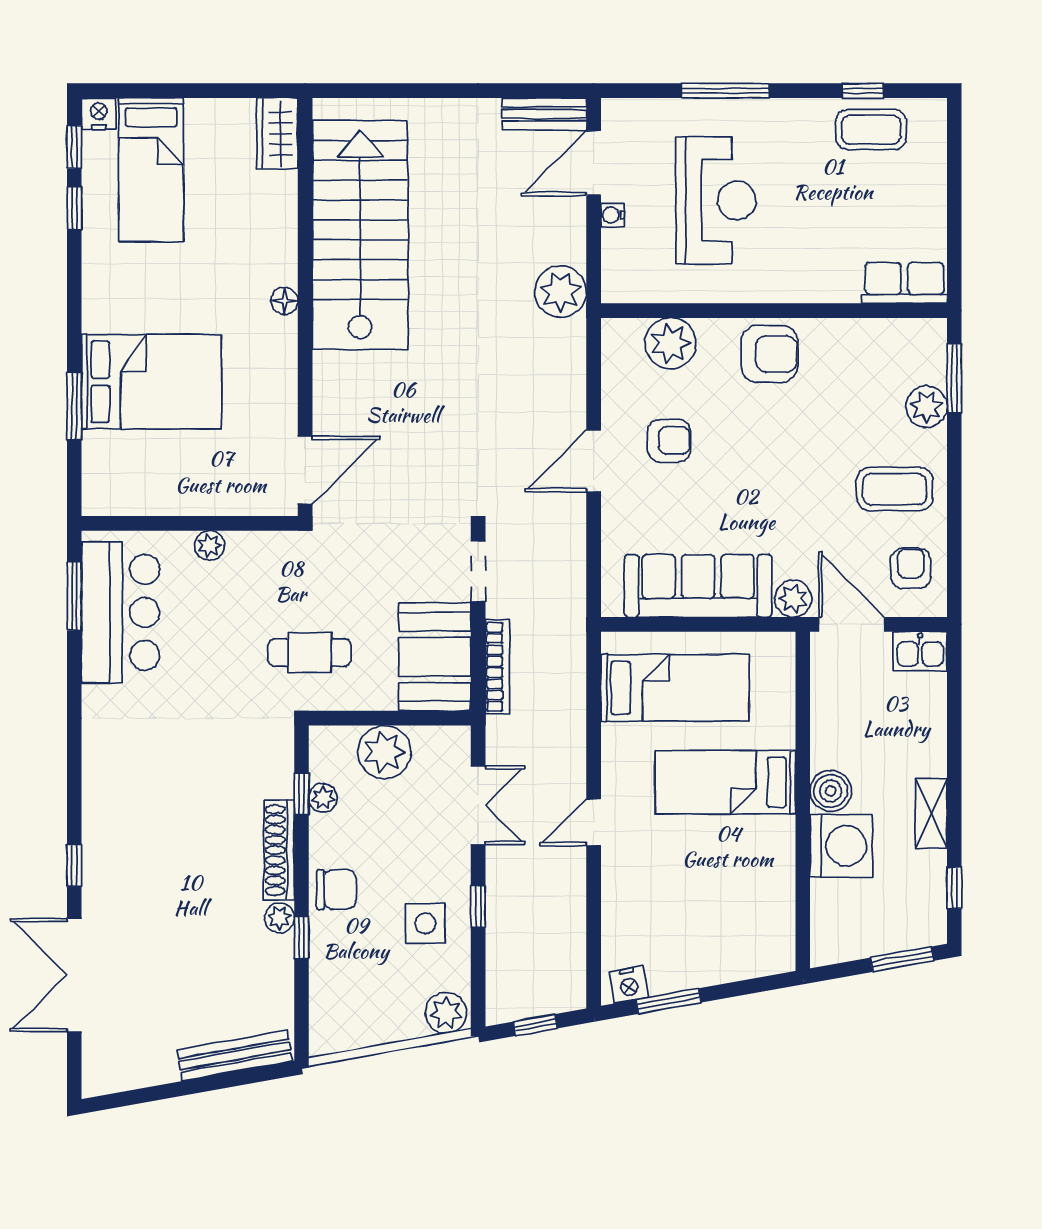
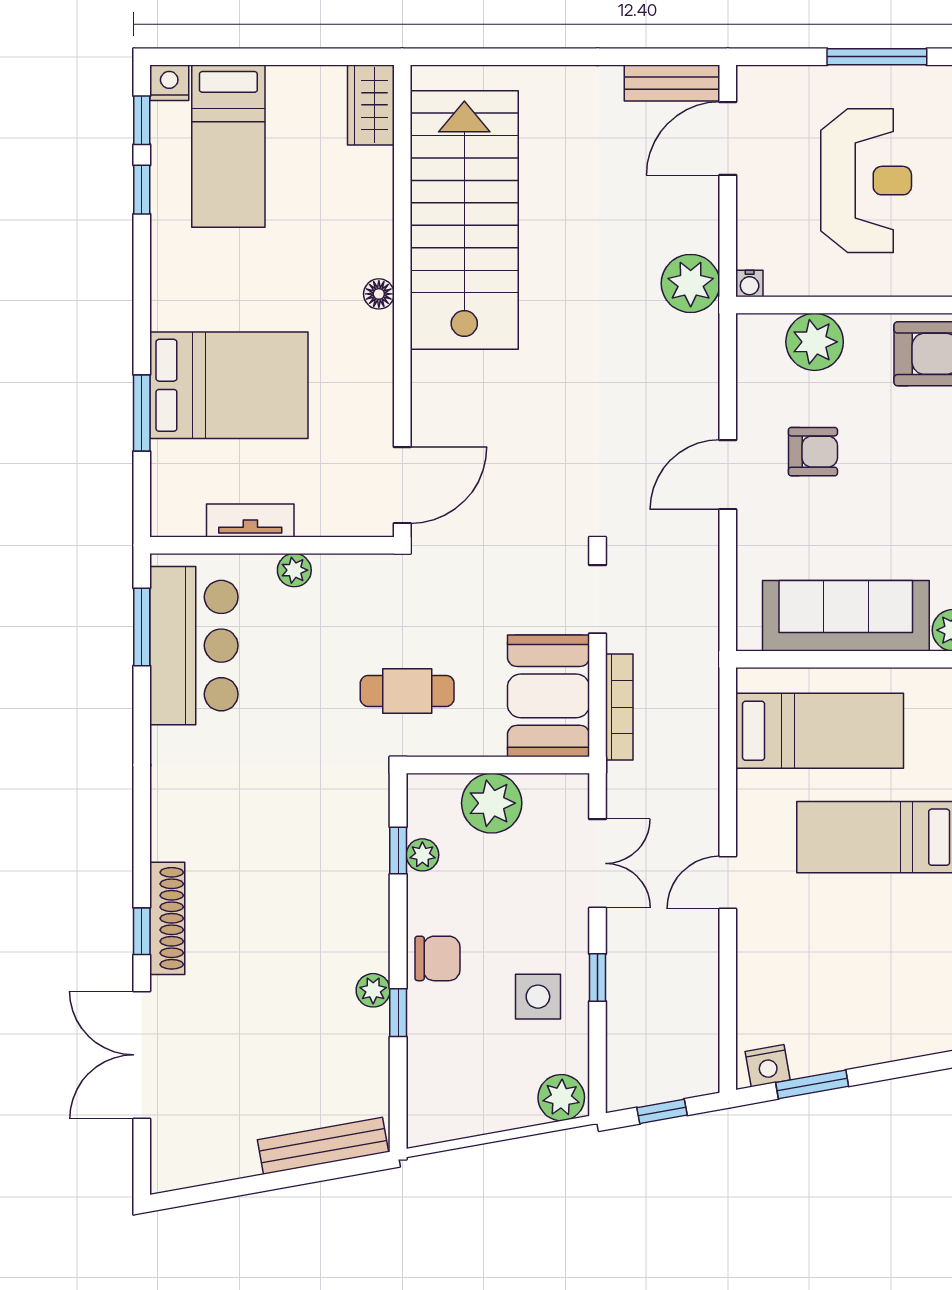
water cooler: (613, 215) -> (750, 284), moved, turned -90
tv unit: (171, 501) -> (250, 520), added
shoe rack: (279, 850) -> (167, 918), moved, turned 180

